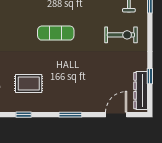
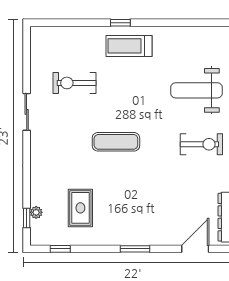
rug: (29, 83) -> (80, 208), turned 90
window: (24, 115) -> (60, 249), moved

